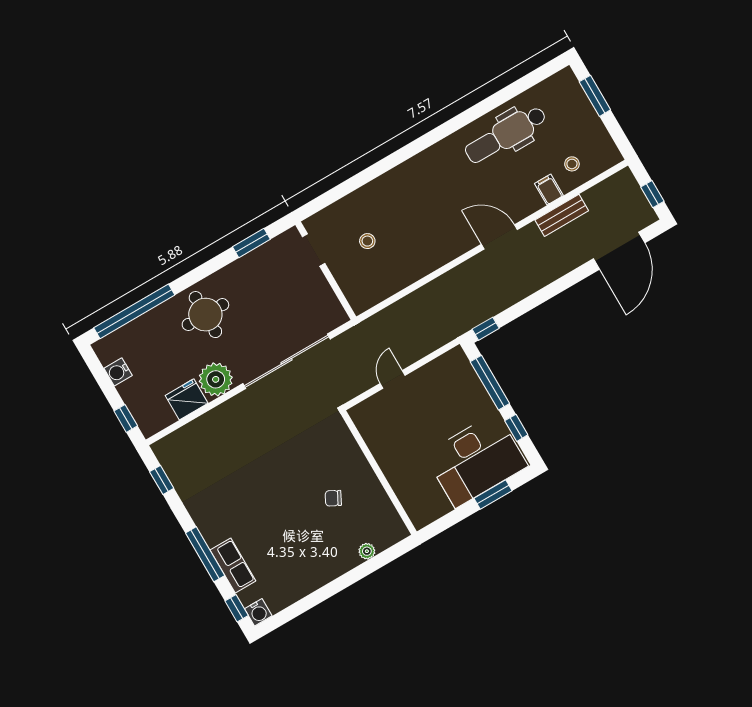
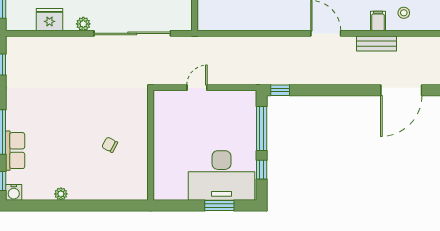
plant: (216, 379) -> (83, 24), width x0.53, depth x0.53
plant: (367, 551) -> (61, 194), moved

